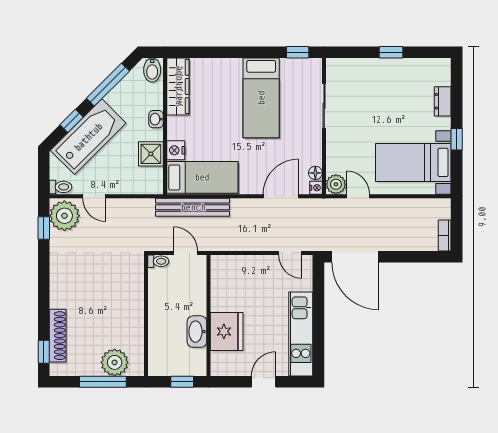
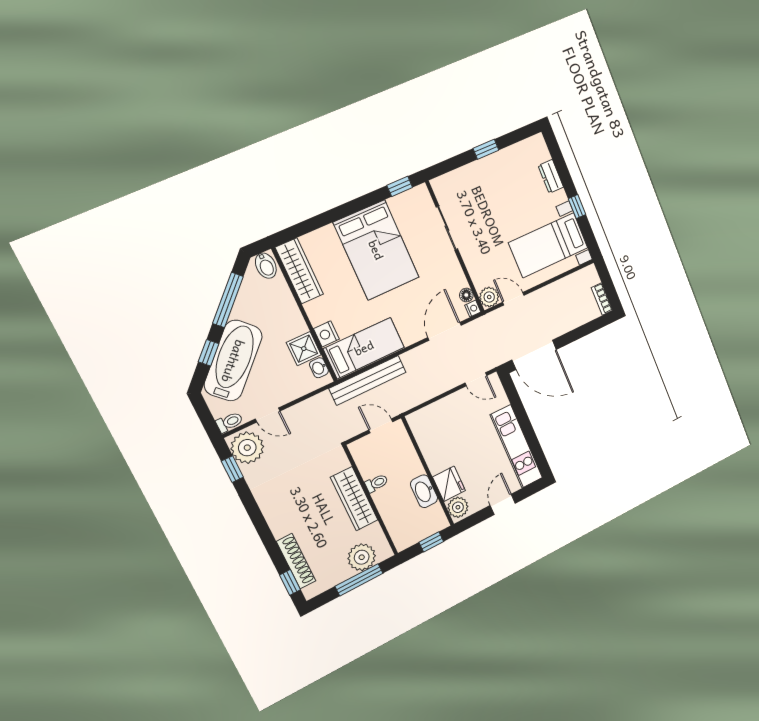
bed: (261, 98) -> (376, 250), width x1.50
washbasin: (156, 119) -> (319, 368), moved
toilet: (158, 261) -> (377, 483), moved
wardrobe: (133, 306) -> (354, 499), added
fridge: (227, 331) -> (449, 484), width x0.73, depth x0.75
plant: (221, 363) -> (458, 507), added

